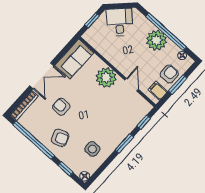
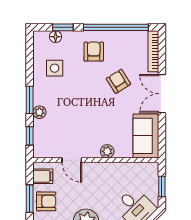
armchair: (169, 74) -> (46, 201), turned -90
plant: (106, 78) -> (107, 151), width x0.53, depth x0.53
armchair: (61, 107) -> (118, 81), turned -122
plant: (125, 131) -> (39, 112), added
armchair: (60, 138) -> (94, 52), turned 110
floor lamp: (85, 176) -> (56, 37), moved

